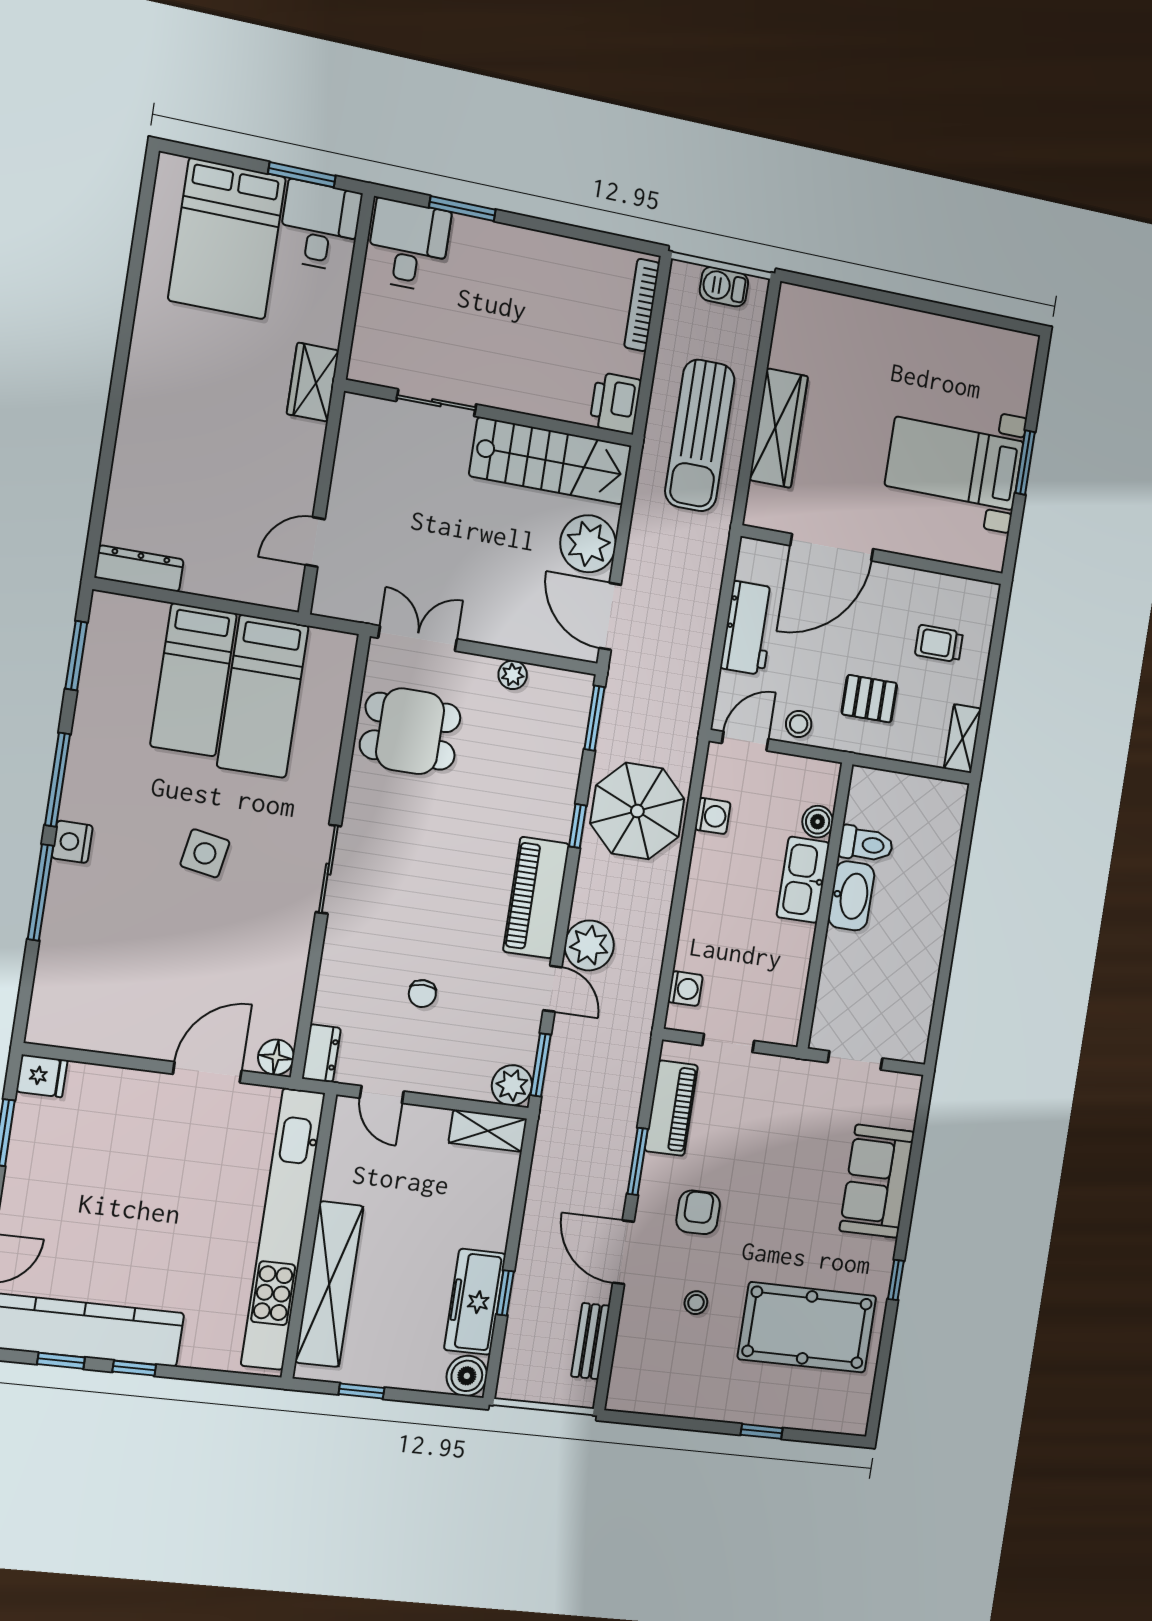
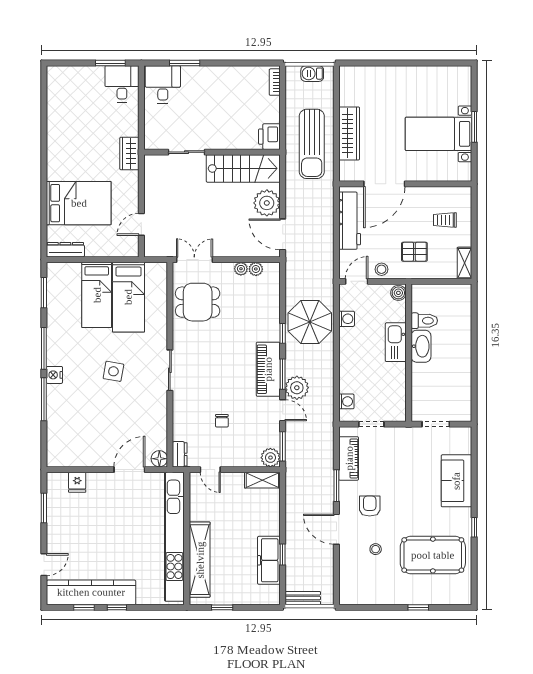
bed: (227, 239) -> (79, 203), moved, turned -90
bookcase: (642, 305) -> (275, 82), width x0.64
workbench: (748, 628) -> (350, 221), width x1.38
plant: (544, 680) -> (256, 269), added
window: (594, 718) -> (283, 374), moved
boiler: (818, 822) -> (398, 293), moved
fridge: (42, 1076) -> (77, 482), moved, turned 90
bench: (590, 1341) -> (303, 598), moved, turned 90
boiler: (467, 1376) -> (270, 595), removed

